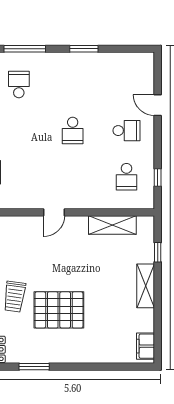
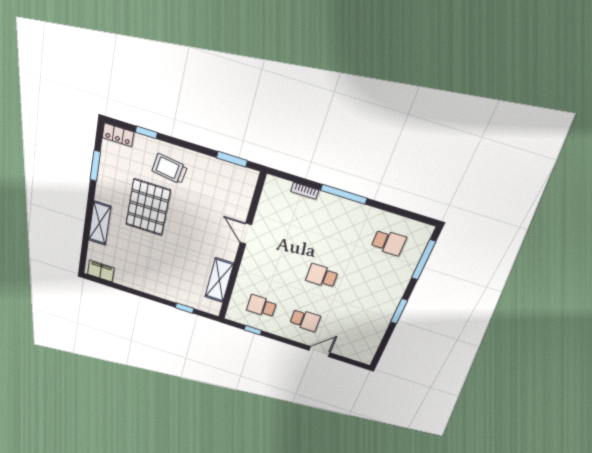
school desk: (126, 131) -> (305, 320), turned -90
shelving: (146, 286) -> (100, 223), moved, turned 90

